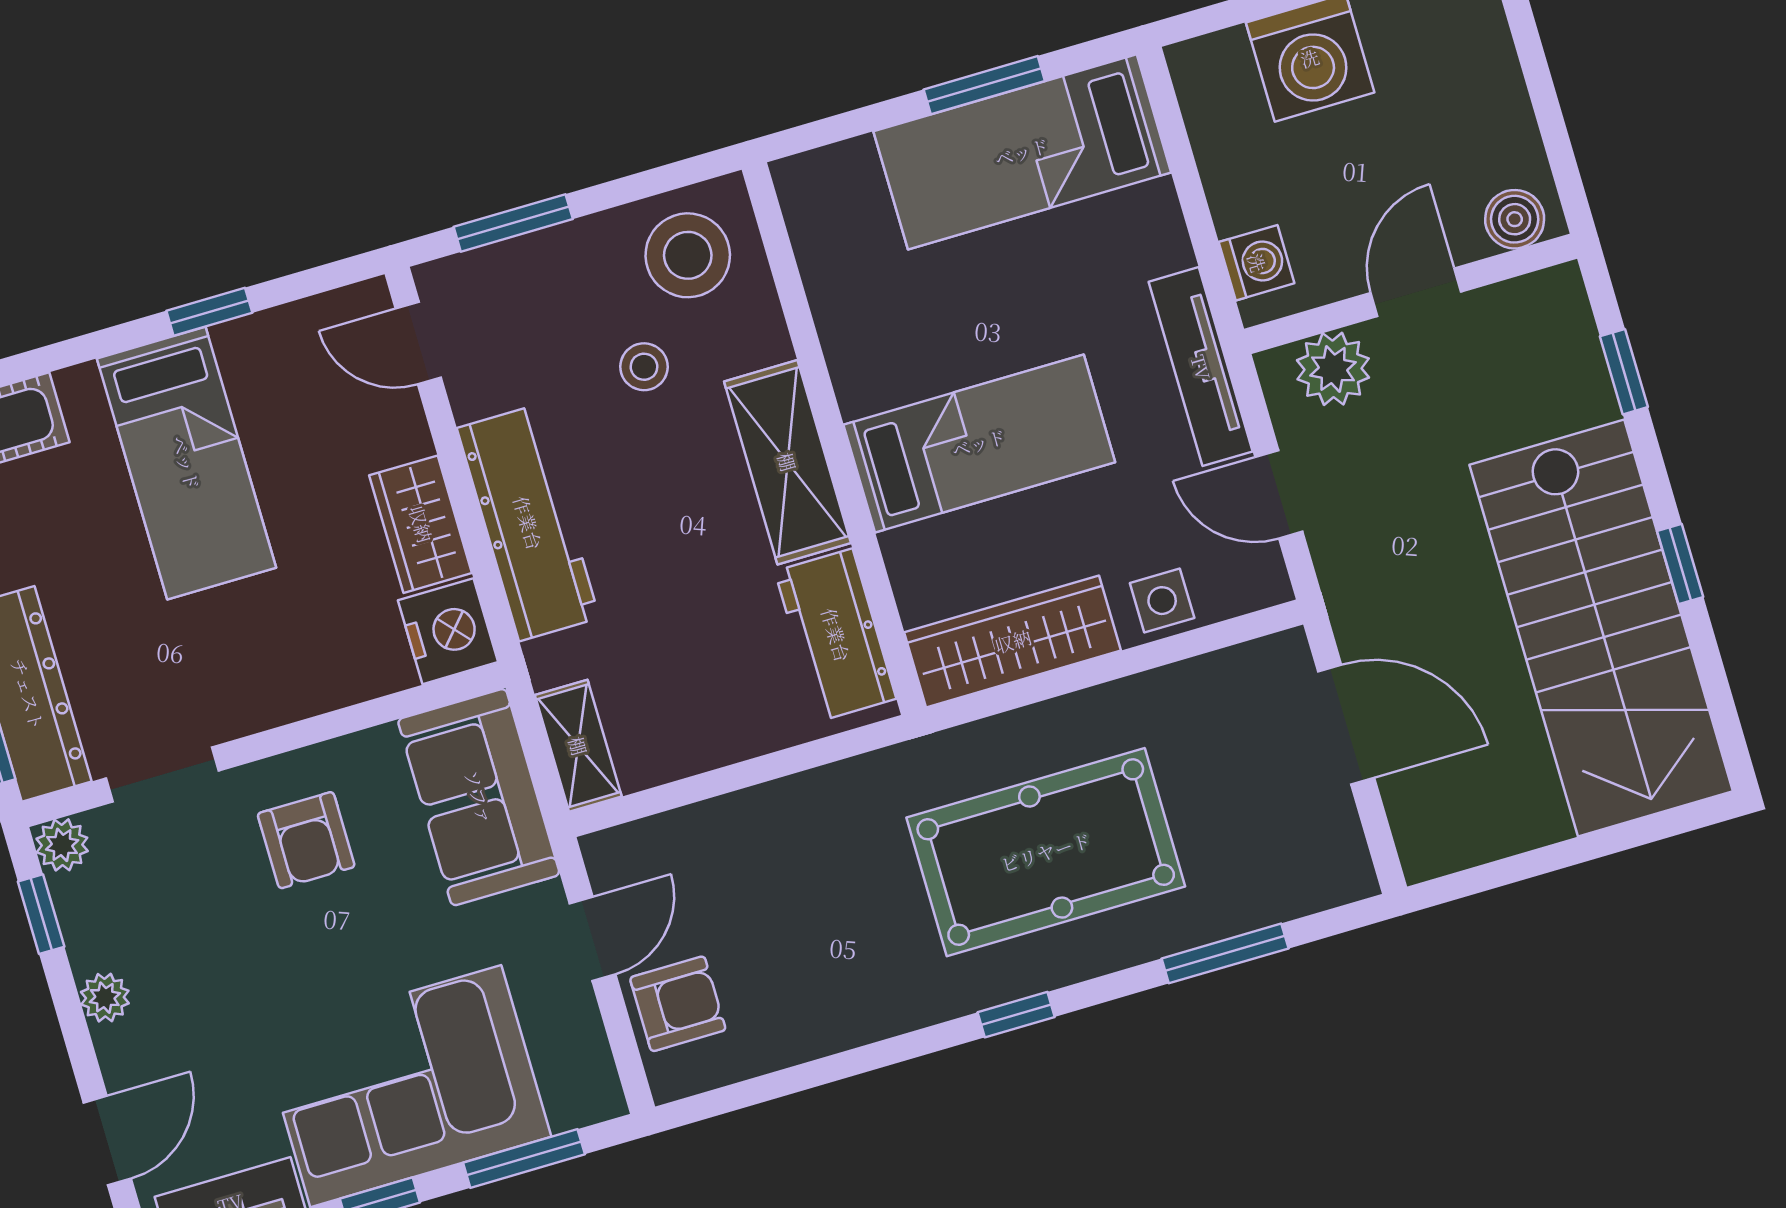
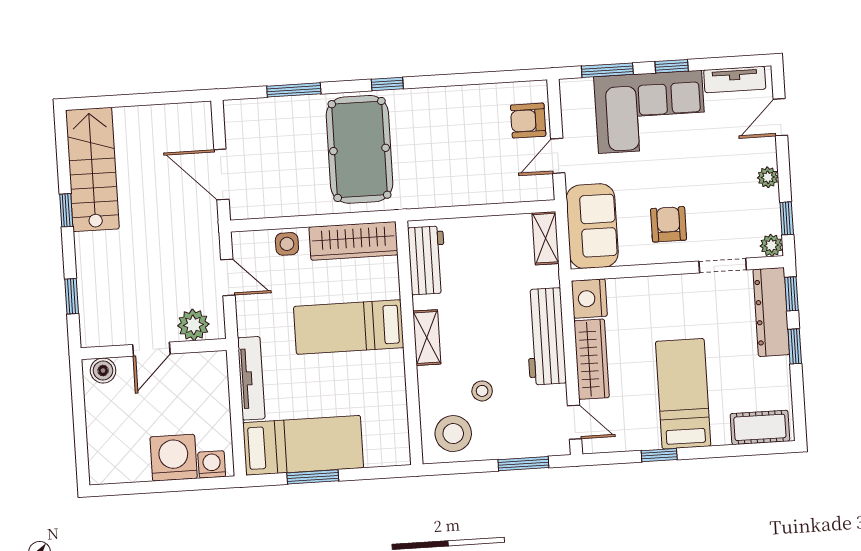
washing machine: (1257, 263) -> (212, 464), moved, turned 90
tv unit: (1201, 367) -> (251, 378), moved
shelving: (787, 462) -> (427, 338), width x0.67, depth x0.75
wardrobe: (421, 524) -> (592, 359), width x1.50
stairs: (1601, 628) -> (92, 169), width x0.73, depth x0.66
pool table: (1046, 852) -> (360, 149), turned 90

